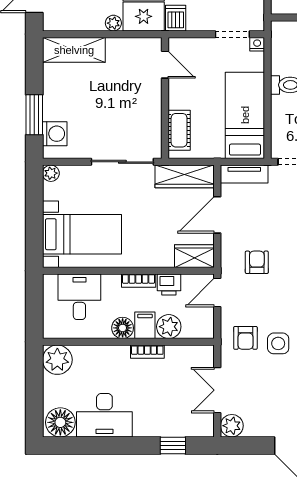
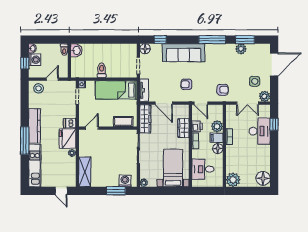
wardrobe: (194, 256) -> (183, 128), moved
side table: (278, 343) -> (255, 81), moved
desk: (104, 415) -> (260, 131), moved

